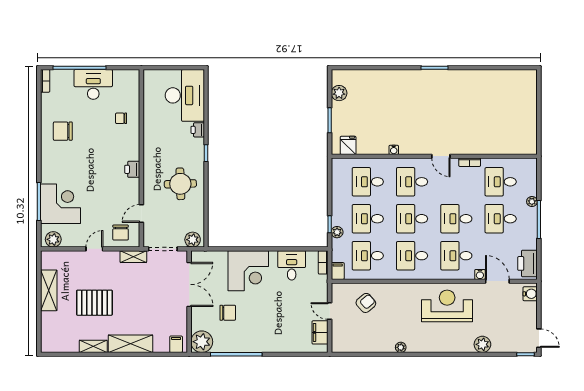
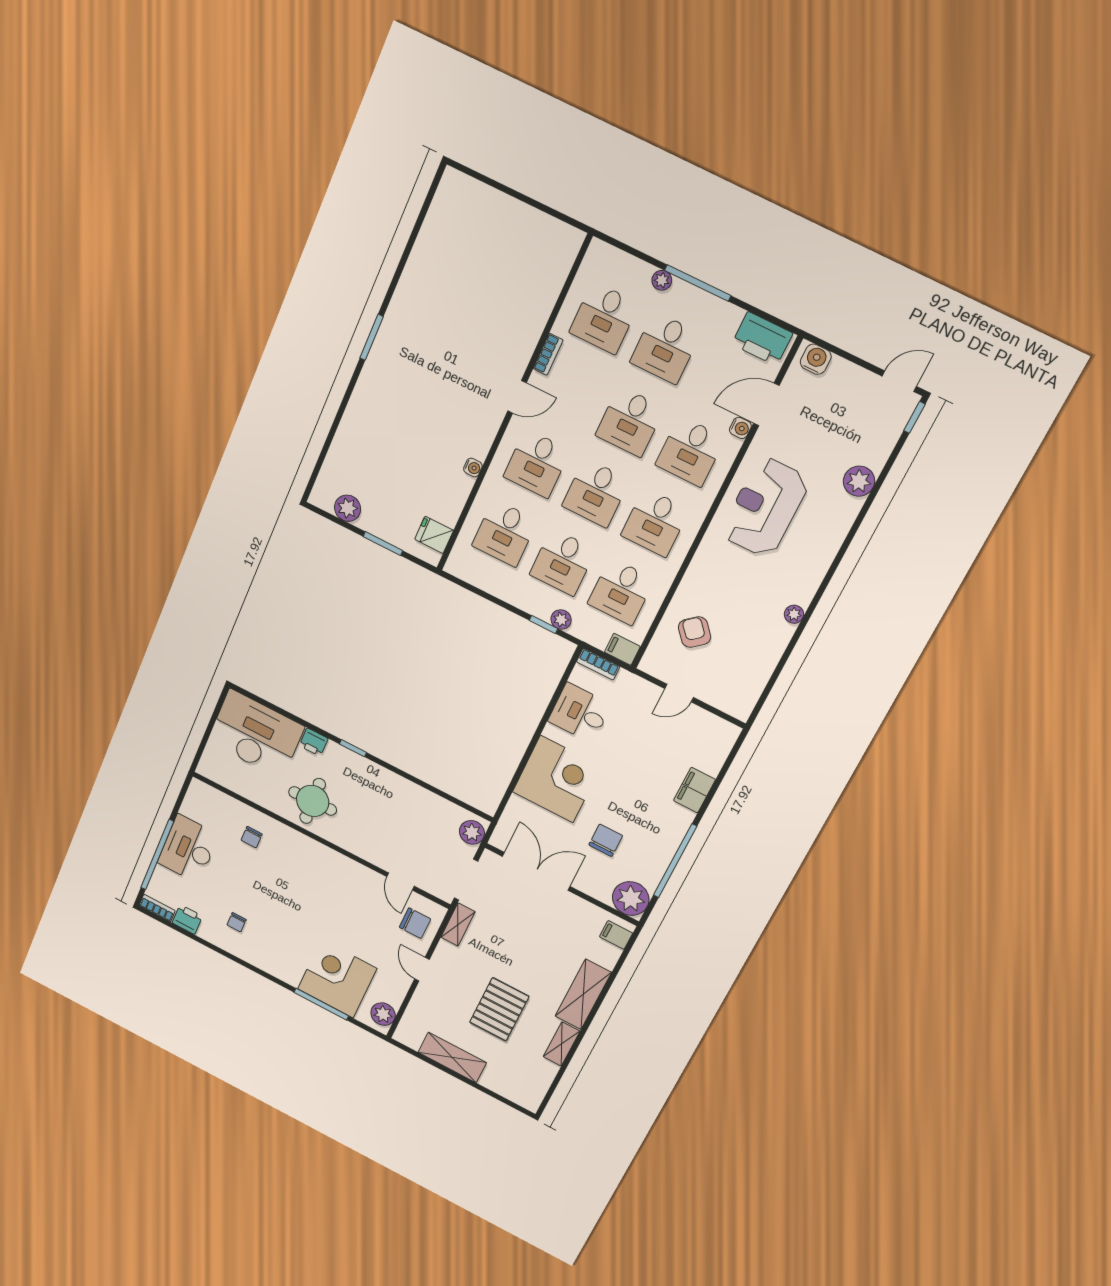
chair: (63, 131) -> (237, 922), width x0.54, depth x0.54
printer: (132, 169) -> (187, 919), moved, turned 180
round table: (180, 184) -> (313, 801), moved
filing cabinet: (320, 332) -> (694, 790), moved, turned 90

